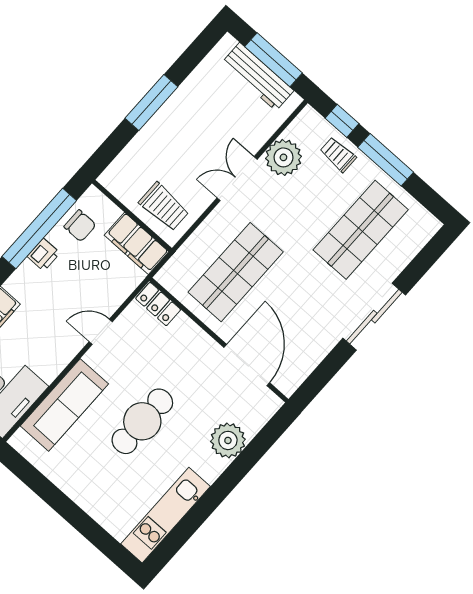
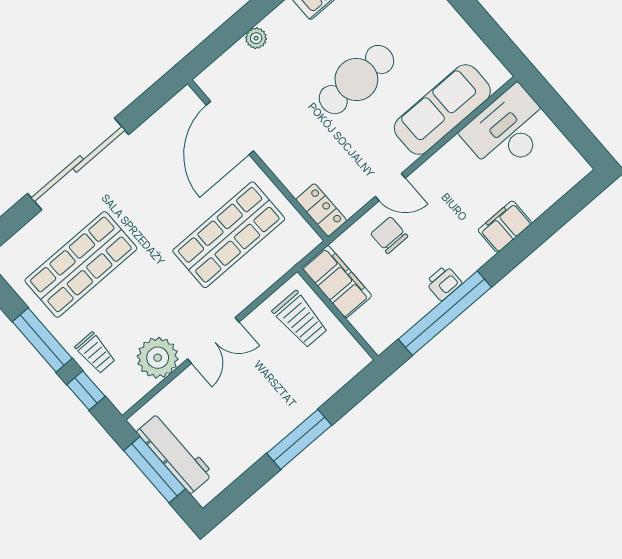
trolley: (164, 207) -> (300, 320), turned 180
chair: (80, 226) -> (389, 235), moved
sliding door: (374, 317) -> (78, 164), width x1.36
plant: (228, 440) -> (256, 38), width x0.53, depth x0.53

